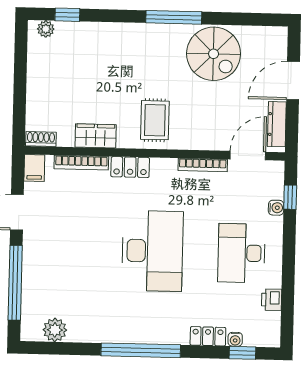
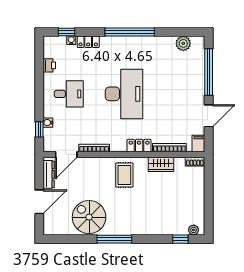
desk: (152, 251) -> (124, 94), turned 180
desk: (241, 253) -> (69, 94), width x0.73

